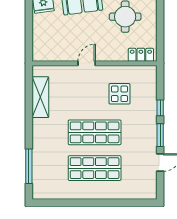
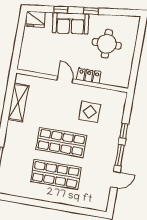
locker: (141, 55) -> (89, 76), moved
door: (87, 63) -> (65, 80), hinge flipped

